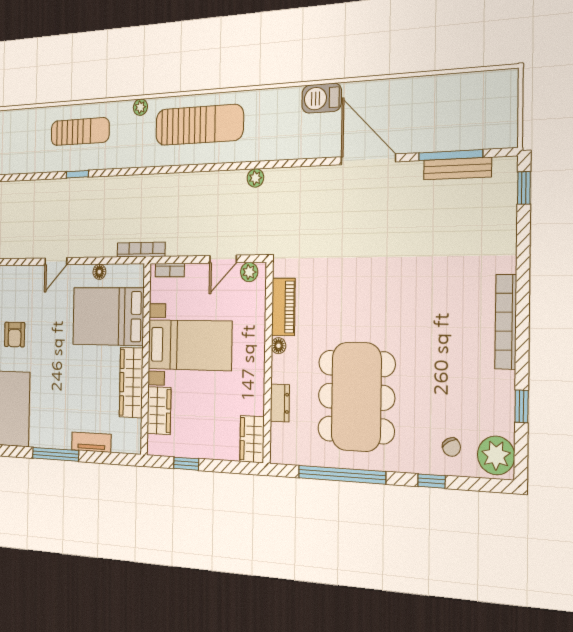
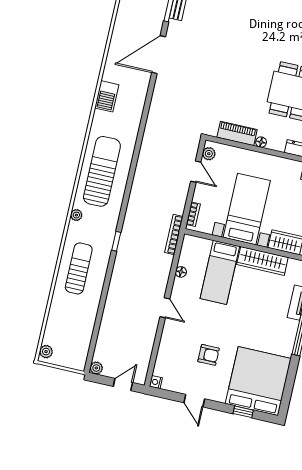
barbecue: (322, 98) -> (107, 96), moved
window: (77, 174) -> (116, 241), moved
plant: (255, 178) -> (149, 136), removed
bed: (108, 316) -> (220, 272), width x0.67

